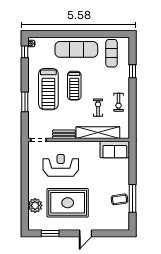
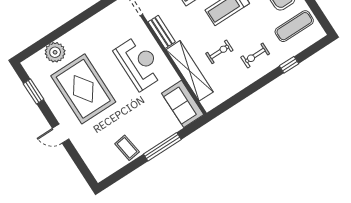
exercise bike: (119, 102) -> (255, 55), moved
reception desk: (61, 165) -> (139, 63), moved
window: (132, 198) -> (162, 147), moved

